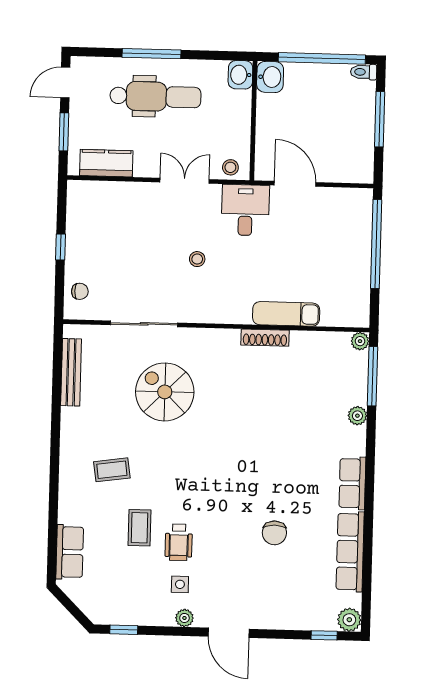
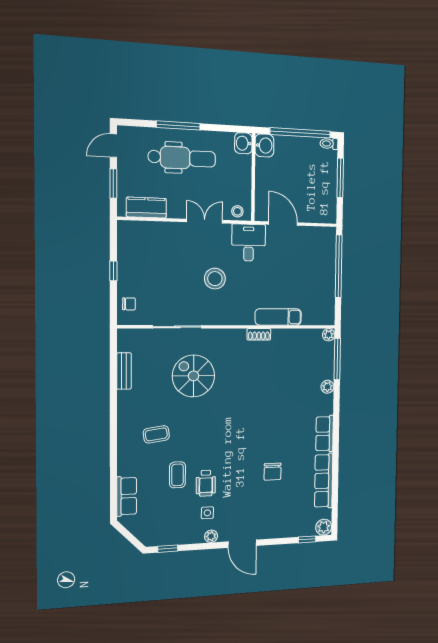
stool: (197, 259) -> (215, 279), width x1.89, depth x1.89
shoe rack: (265, 338) -> (259, 334), width x0.70
bench: (71, 372) -> (124, 371), width x0.73

